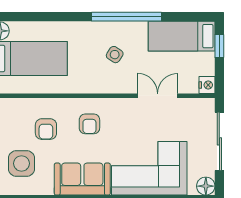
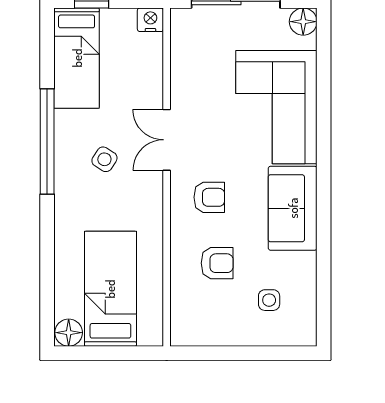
double door: (158, 96) -> (167, 140), moved
side table: (22, 163) -> (269, 300), width x0.54, depth x0.54

